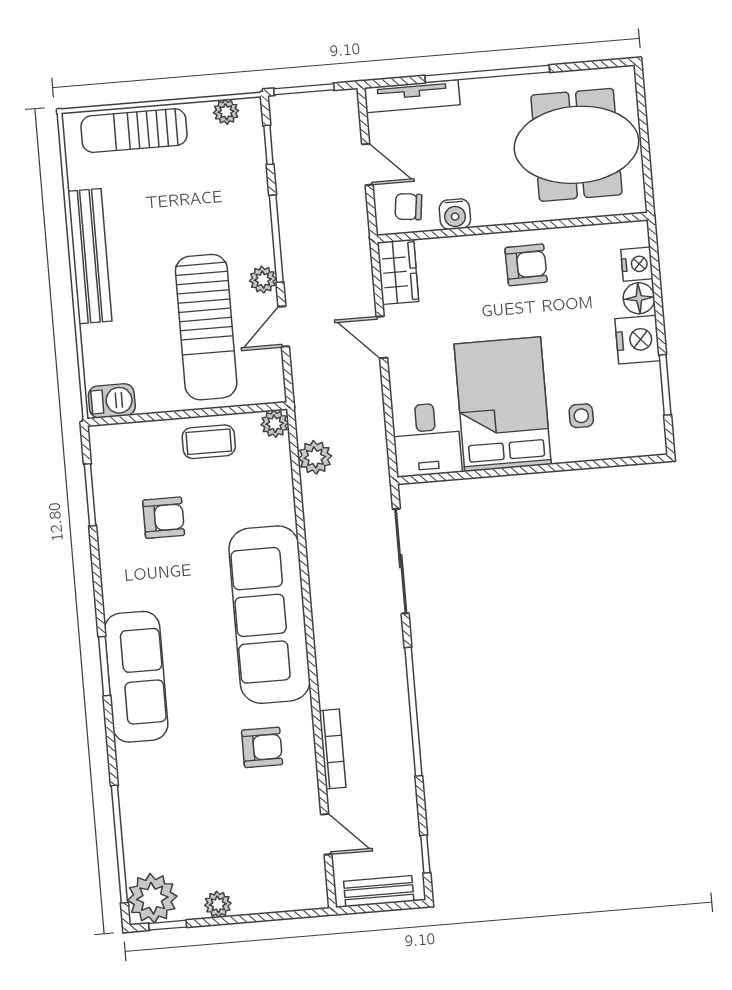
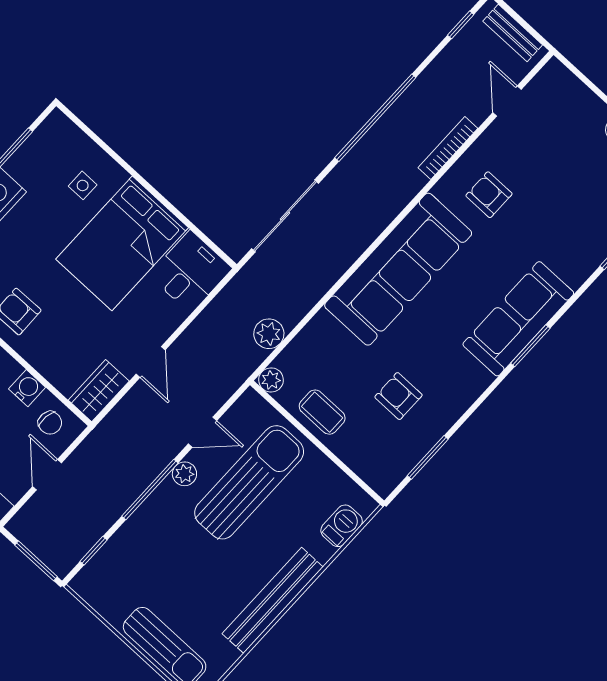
plant: (226, 112) -> (97, 598), removed
barbecue: (112, 401) -> (342, 526), moved, turned 90

